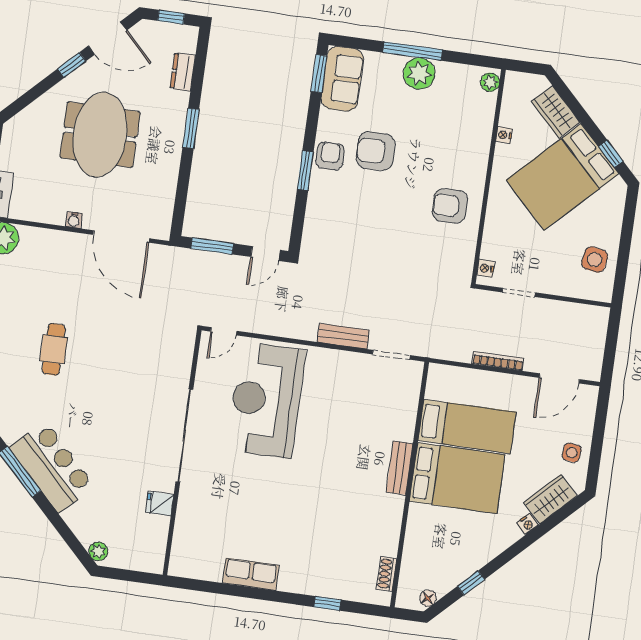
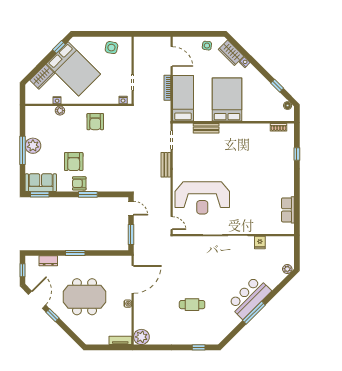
plant: (490, 82) -> (60, 111), moved
bed: (467, 426) -> (183, 98), moved
bench: (400, 468) -> (206, 128), moved
row of seats: (251, 574) -> (288, 210), moved

